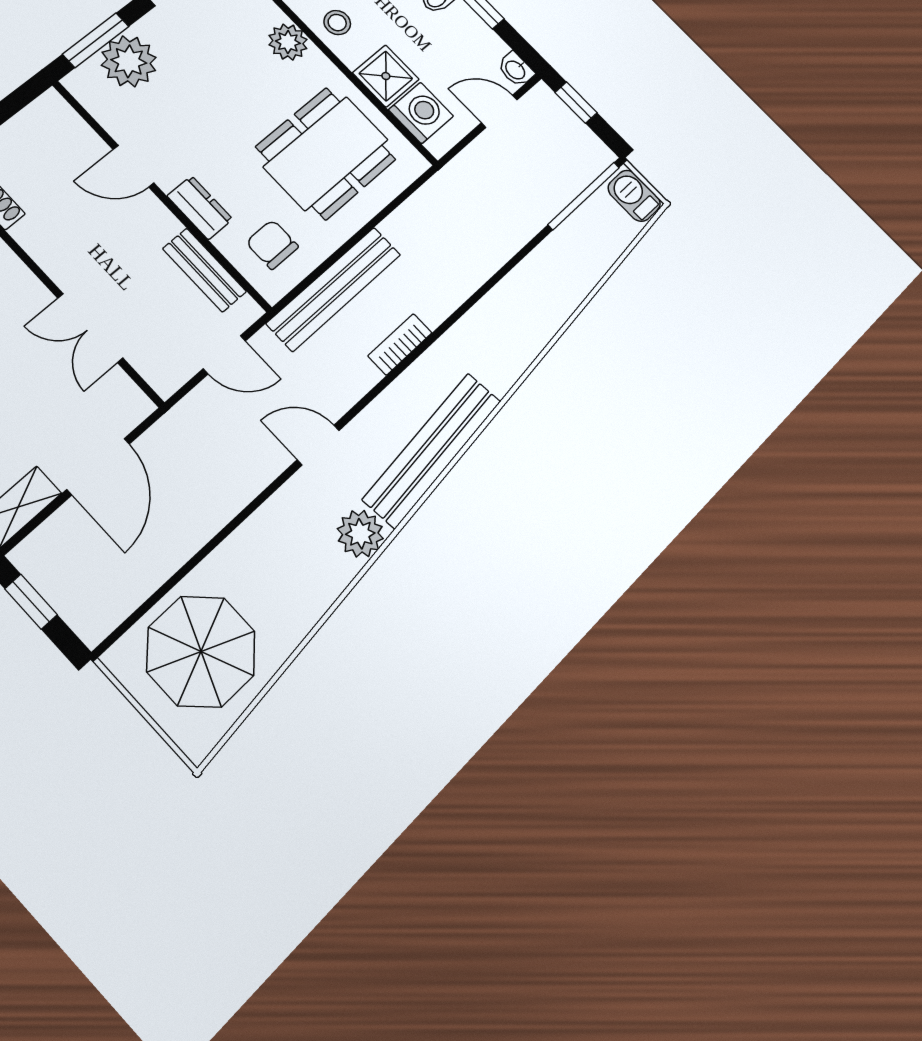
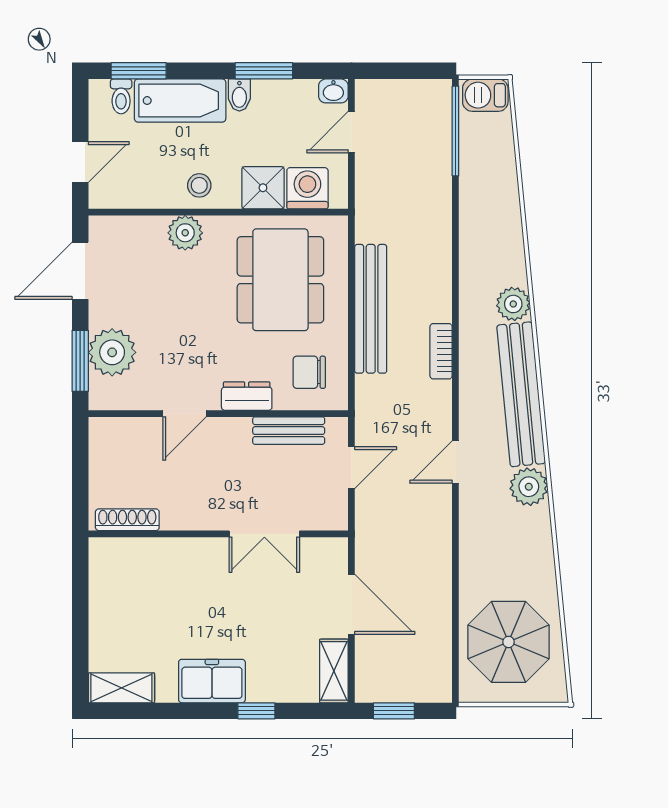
window: (576, 103) -> (391, 71), removed
bench: (334, 289) -> (371, 309), moved
plant: (499, 372) -> (513, 304), added

